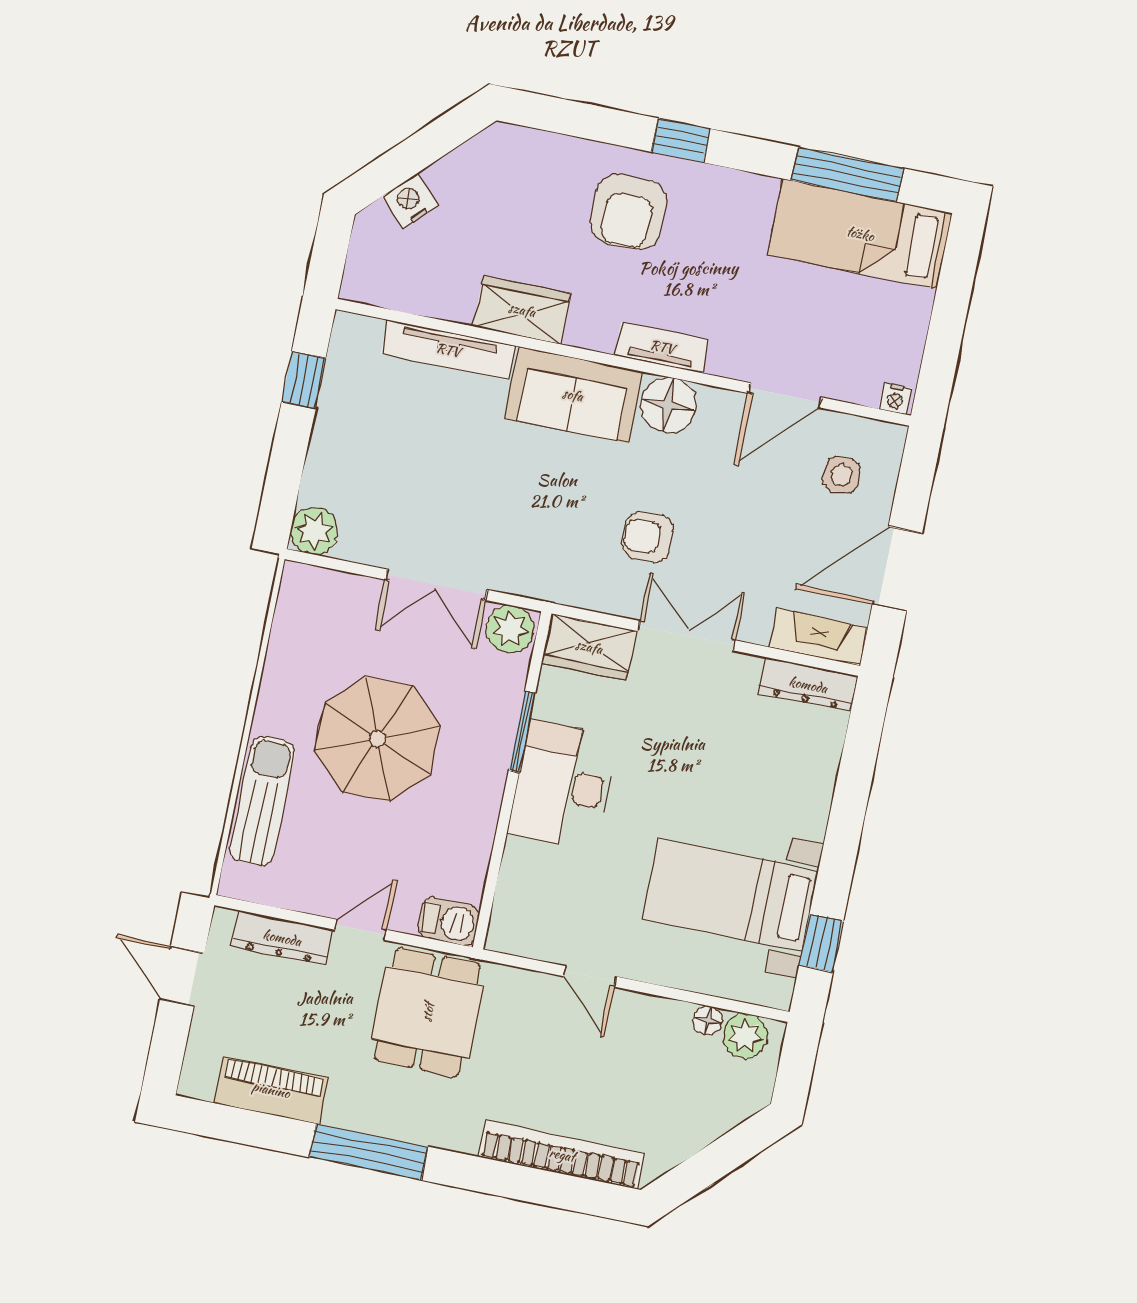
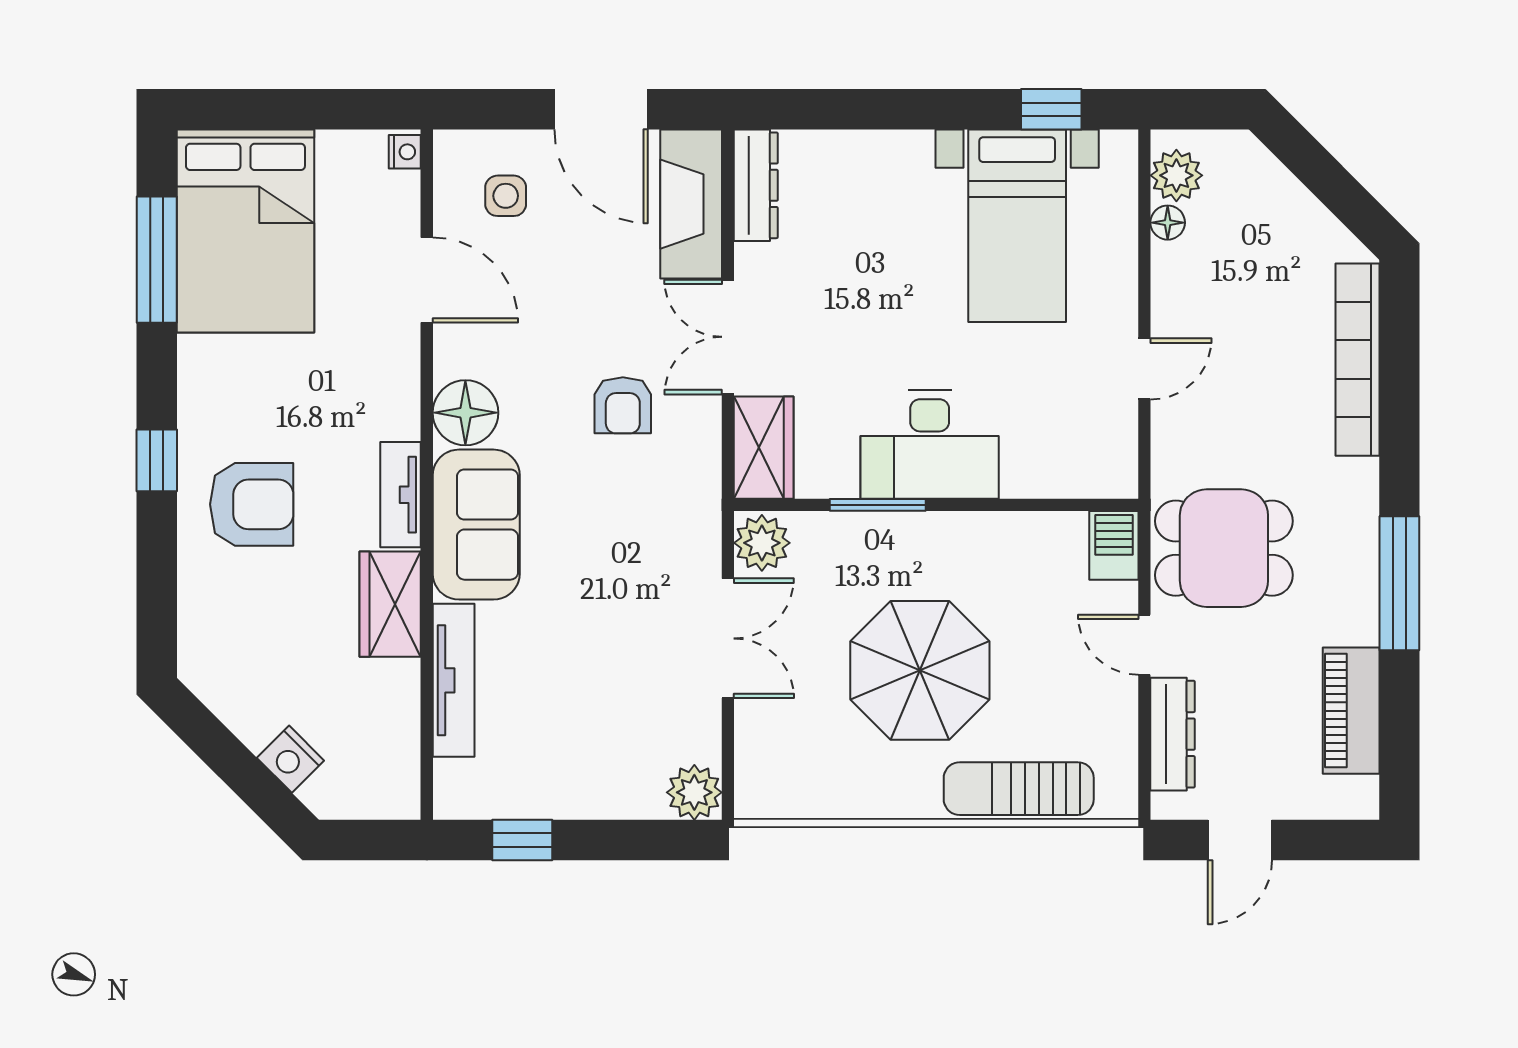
bed: (860, 234) -> (245, 231), width x1.50
tv unit: (662, 347) -> (401, 495), moved
fireplace: (819, 637) -> (691, 204), width x1.37, depth x1.32

